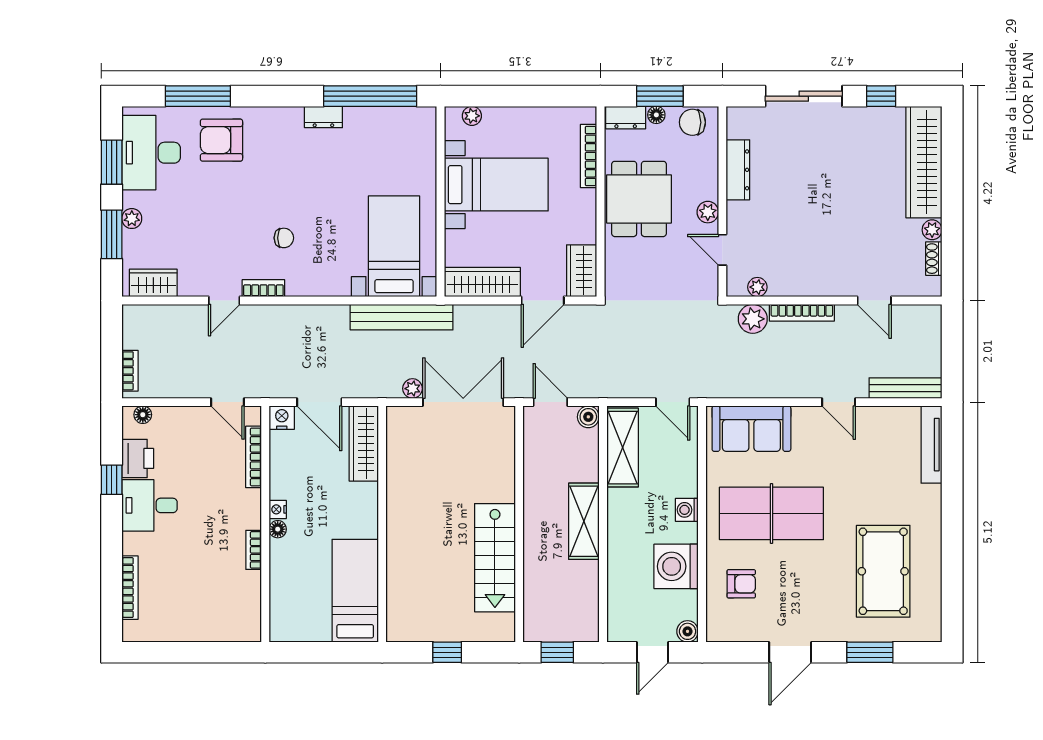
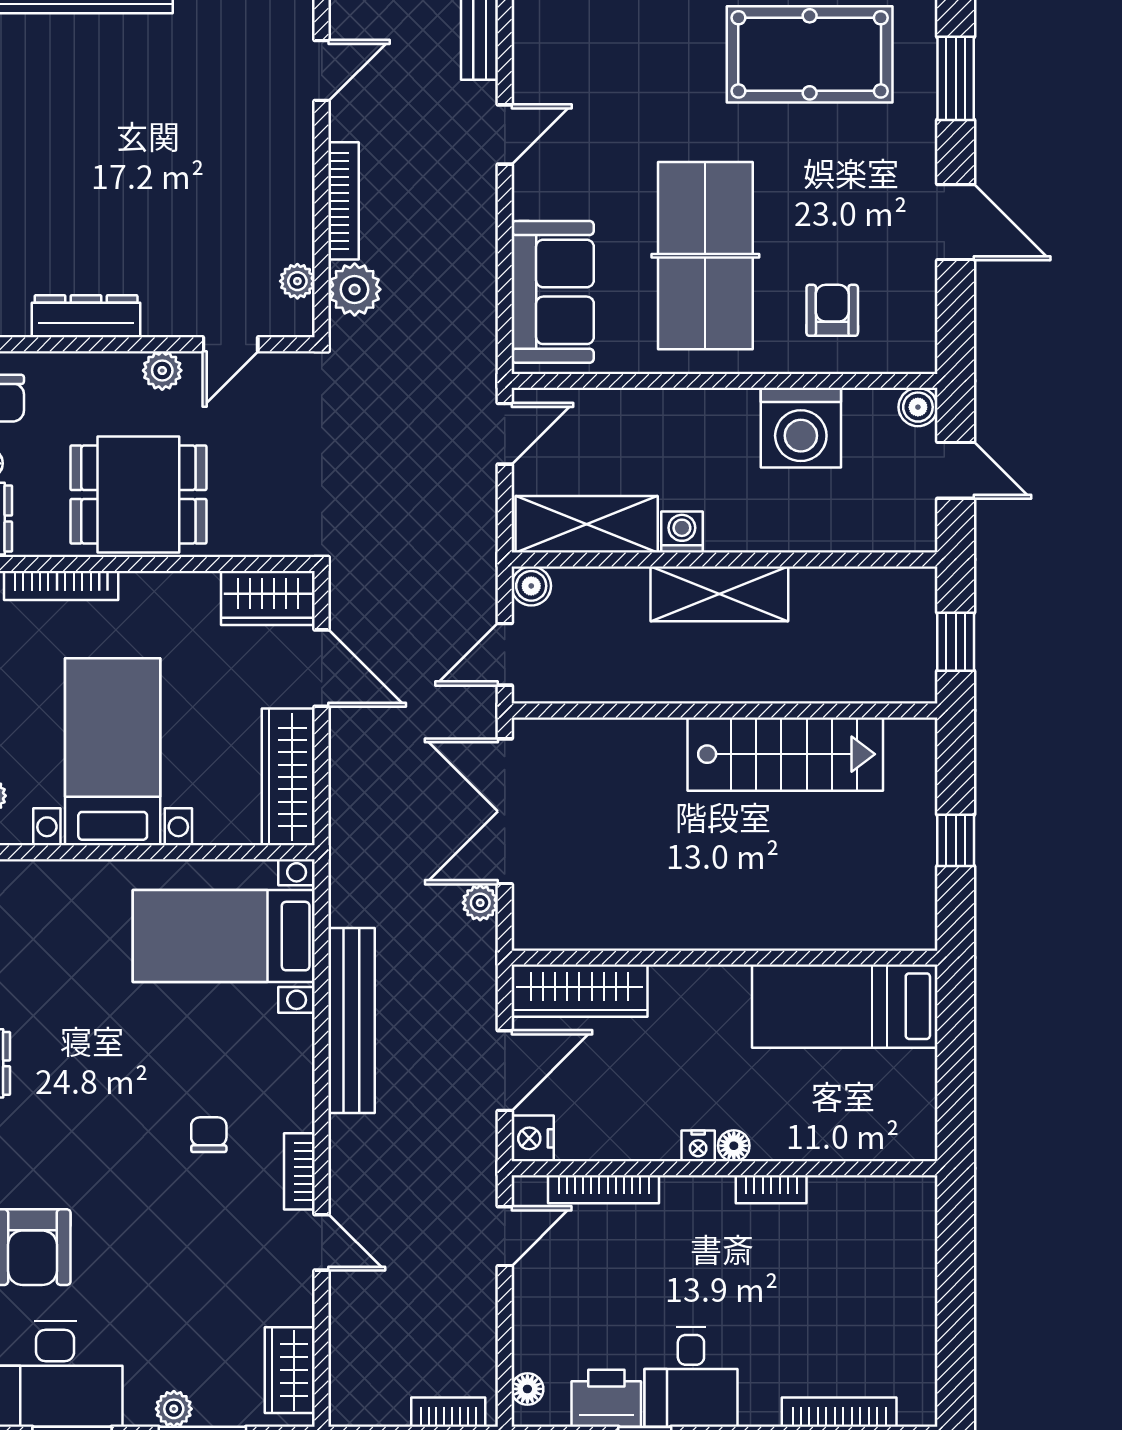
bench: (402, 317) -> (352, 1021), moved
washing machine: (687, 510) -> (682, 532), moved, turned 180

